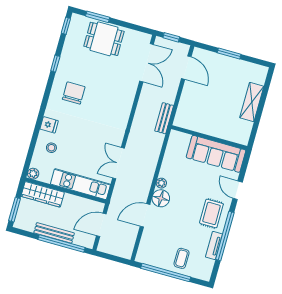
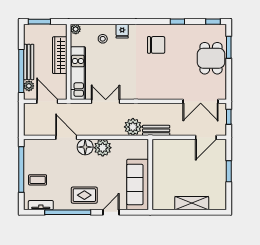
plant: (154, 142) -> (133, 127), added
plant: (161, 183) -> (103, 148), width x1.88, depth x1.88
wardrobe: (43, 194) -> (60, 55), moved
plant: (79, 240) -> (29, 86), added
tv unit: (214, 245) -> (41, 205), moved

